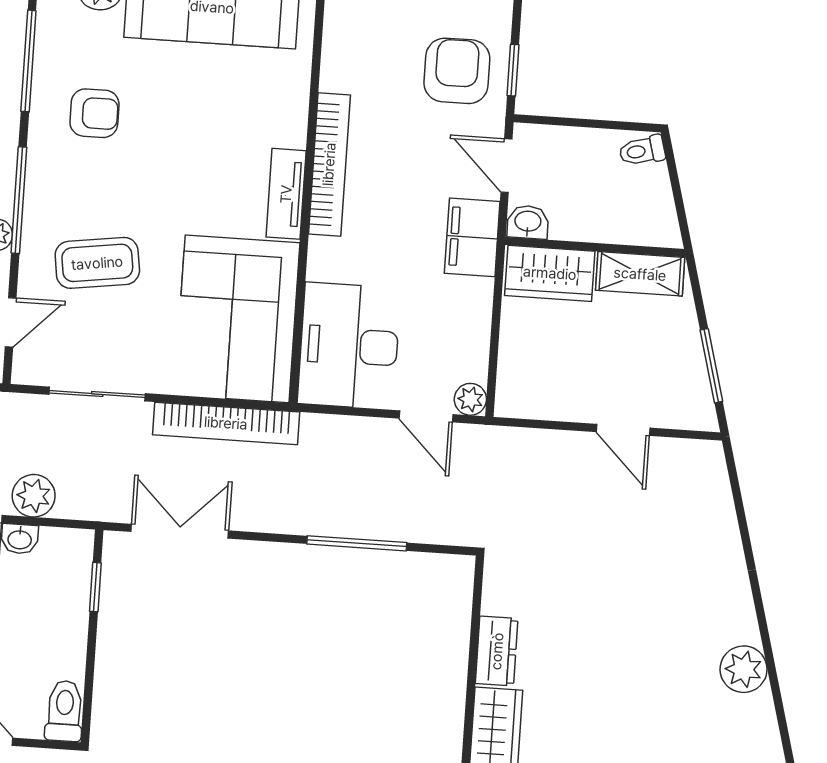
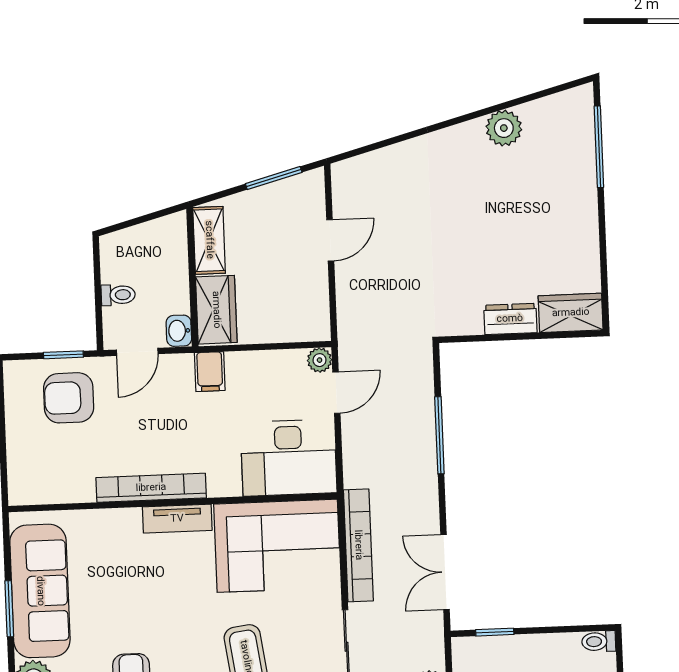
toilet: (642, 151) -> (118, 295), moved, turned -75
filing cabinet: (472, 237) -> (210, 372), width x0.50
toilet: (64, 711) -> (599, 641), width x0.73, depth x0.72

